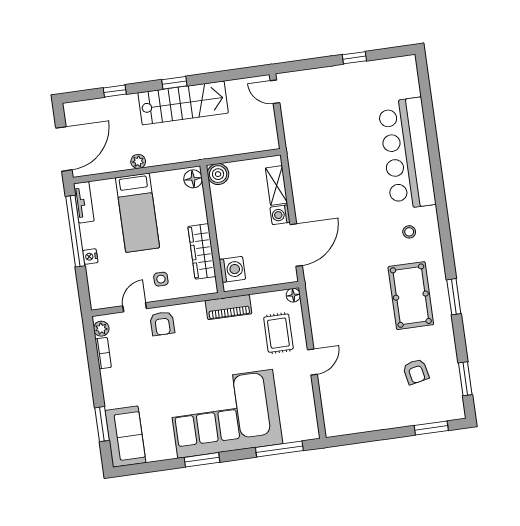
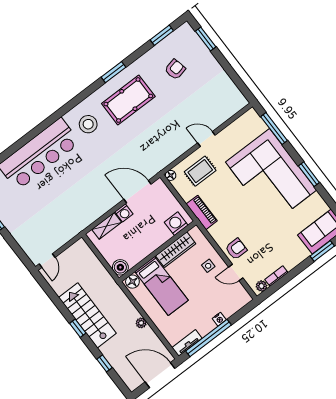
bed: (137, 213) -> (161, 286), moved, turned 90
stool: (409, 232) -> (88, 124), width x1.89, depth x1.89

